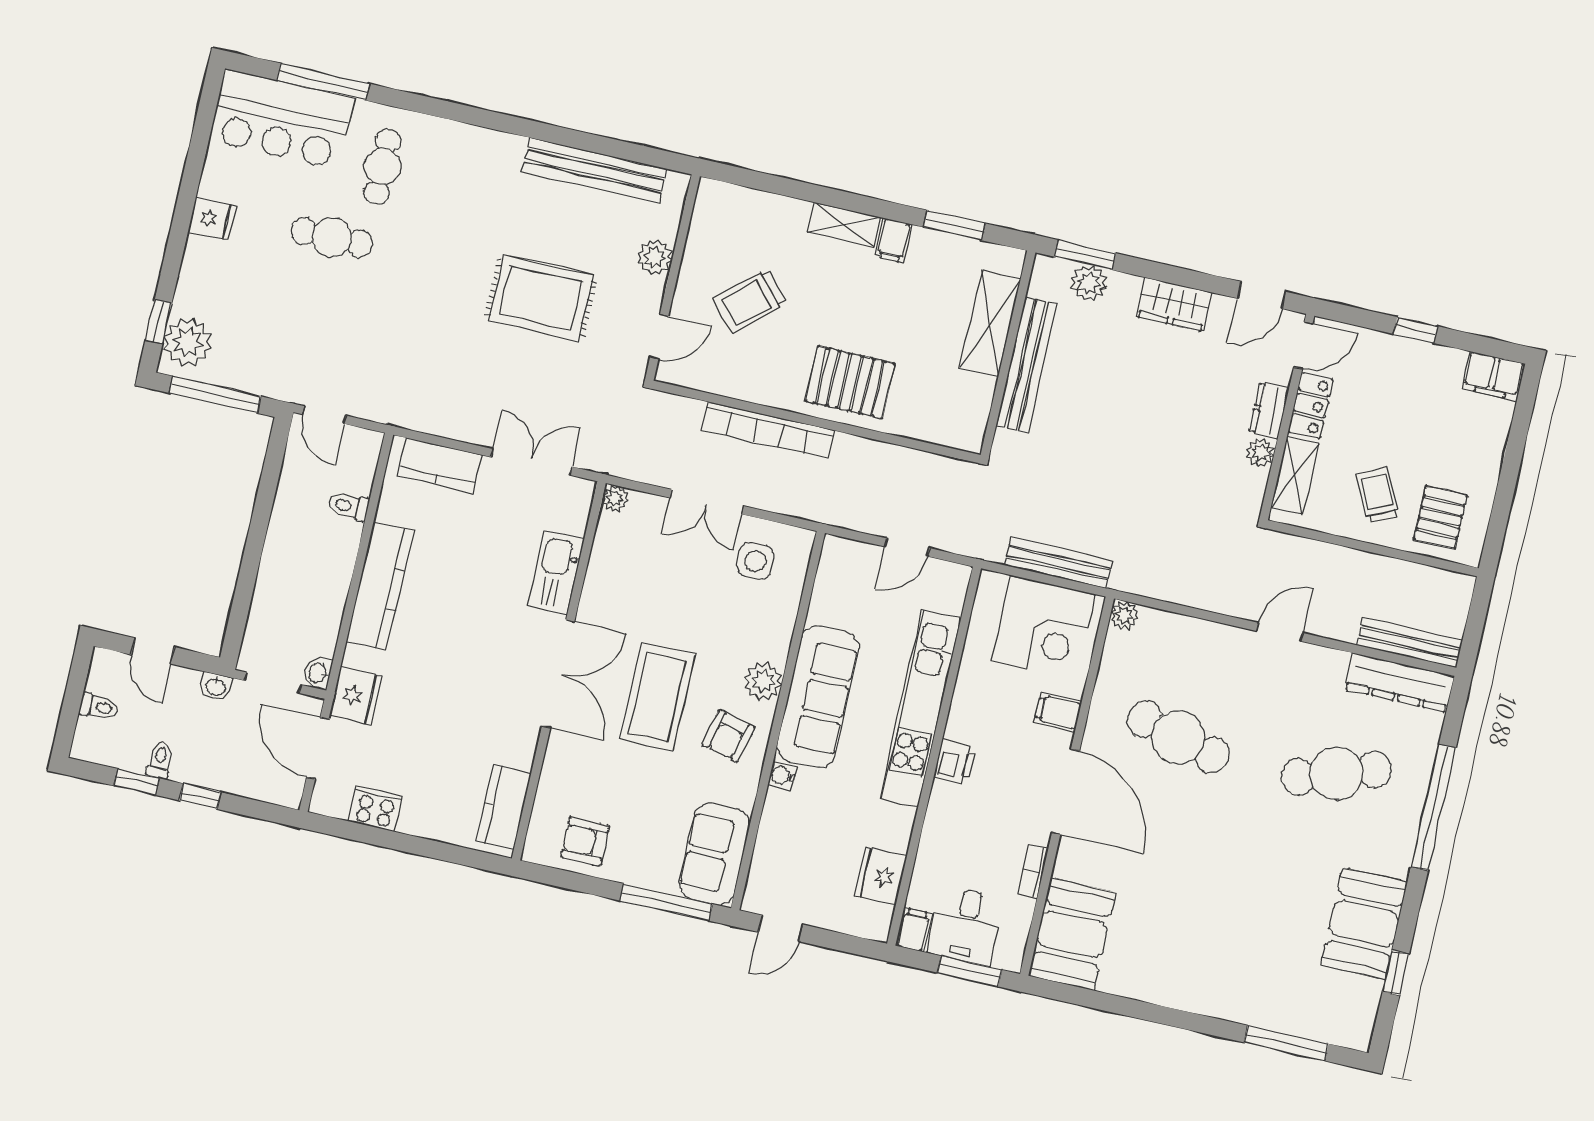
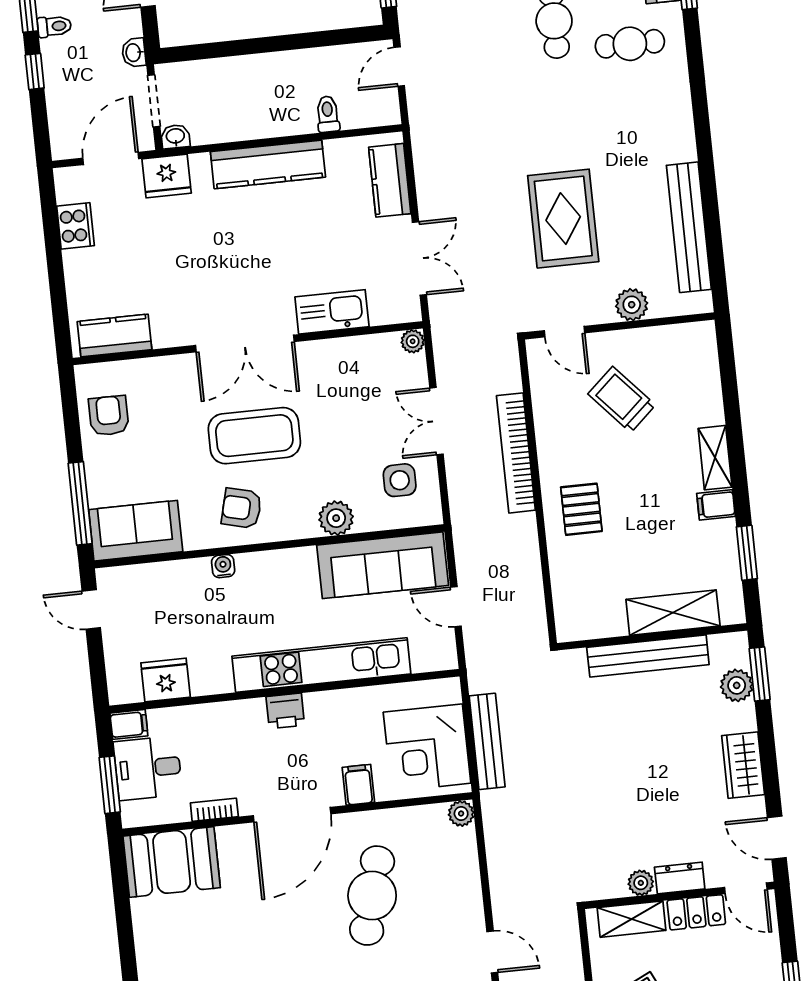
pallet: (850, 382) -> (581, 509), width x0.67, depth x0.71
plant: (763, 681) -> (336, 518), moved
sofa: (818, 697) -> (383, 565), moved

